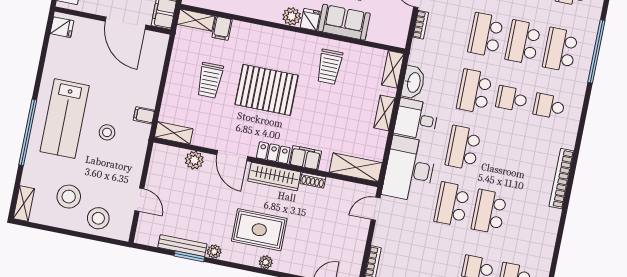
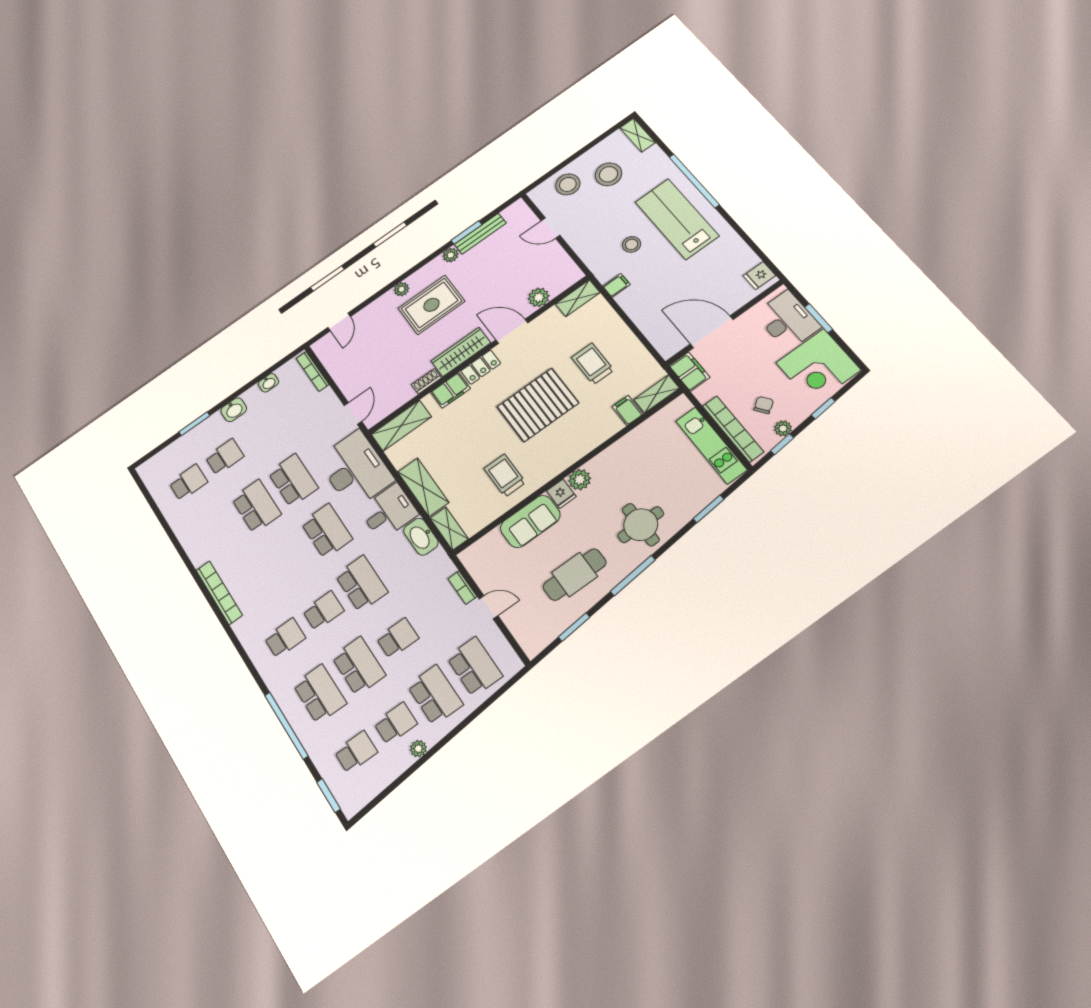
school desk: (486, 35) -> (398, 638), width x0.54
shelving: (384, 113) -> (423, 487), width x1.50, depth x1.33

